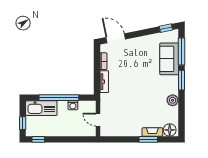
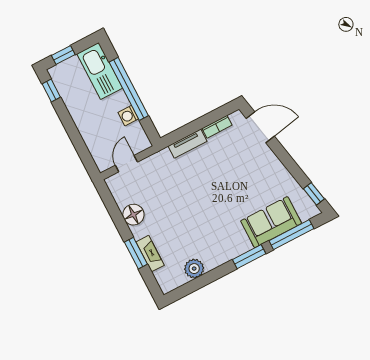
door: (116, 38) -> (260, 127), hinge flipped
plant: (173, 100) -> (194, 269), moved
floor lamp: (170, 130) -> (133, 215), moved

